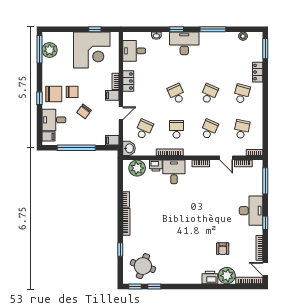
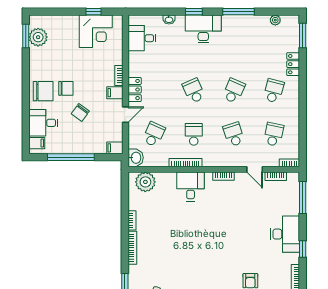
window: (39, 49) -> (26, 36), width x0.69
corner desk: (92, 50) -> (96, 31), width x0.74, depth x0.74
locker: (128, 81) -> (135, 90), moved
window: (39, 98) -> (26, 96), removed
school desk: (209, 129) -> (234, 134), turned -42
printer: (156, 166) -> (168, 179), removed

